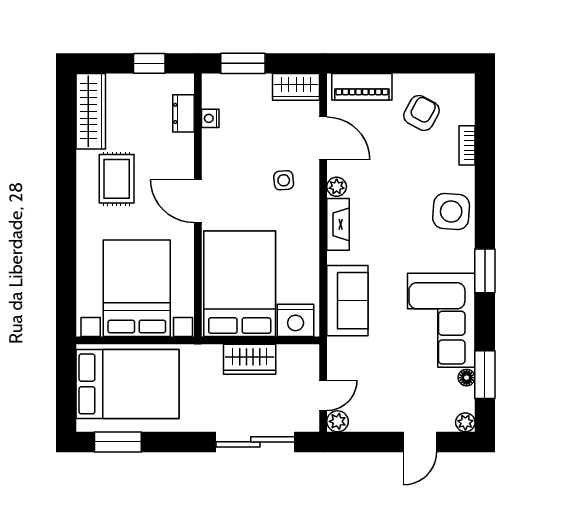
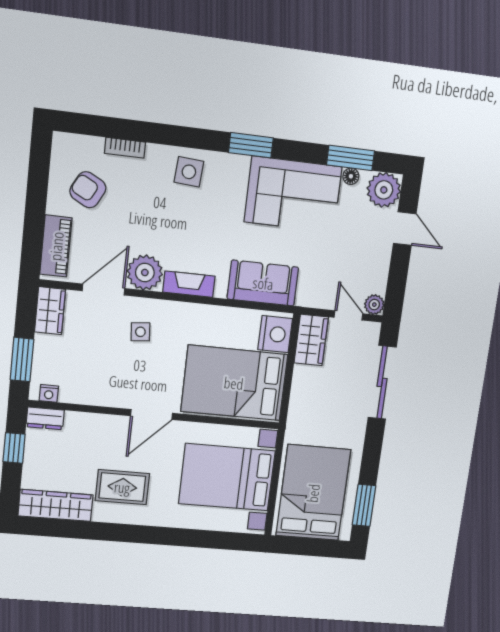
dresser: (183, 113) -> (45, 418), moved
nightstand: (210, 118) -> (49, 393), moved
plant: (337, 187) -> (145, 273), width x1.88, depth x1.88
side table: (451, 212) -> (189, 172), width x0.73, depth x0.73
wardrobe: (250, 359) -> (311, 340), moved
plant: (465, 422) -> (384, 190), width x1.88, depth x1.88

